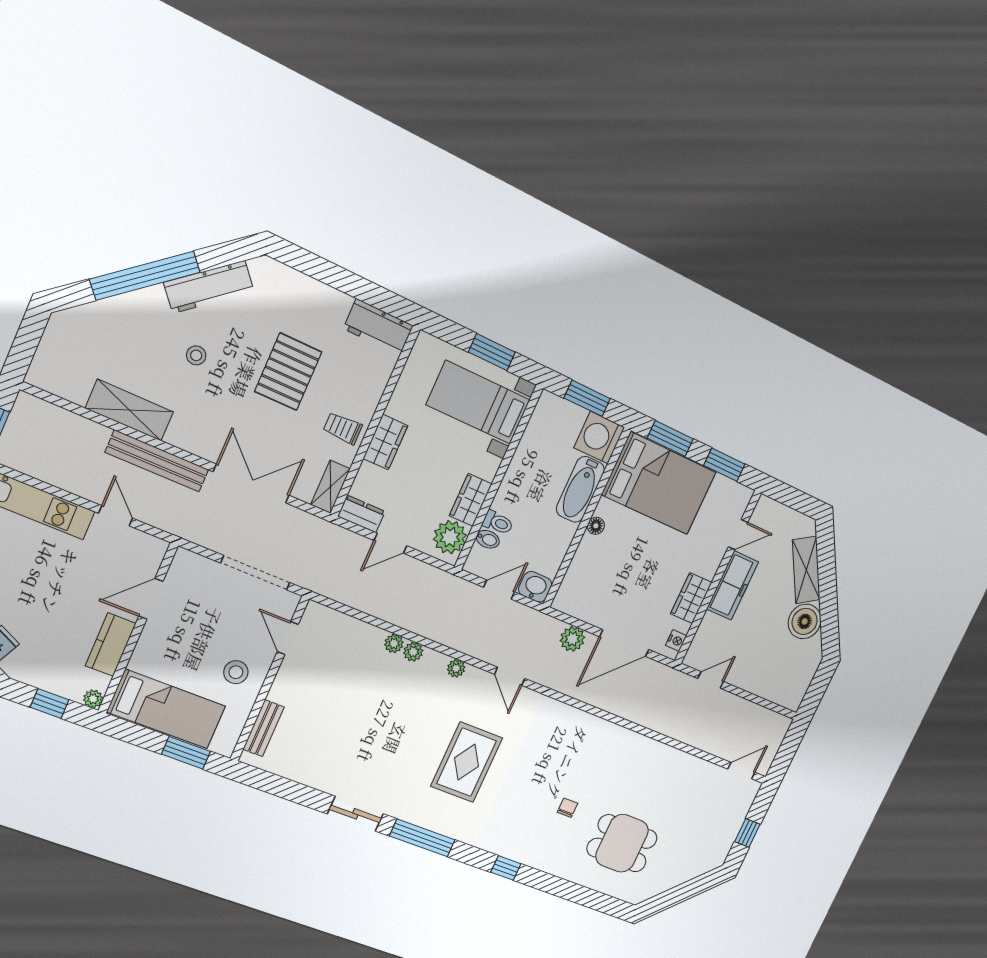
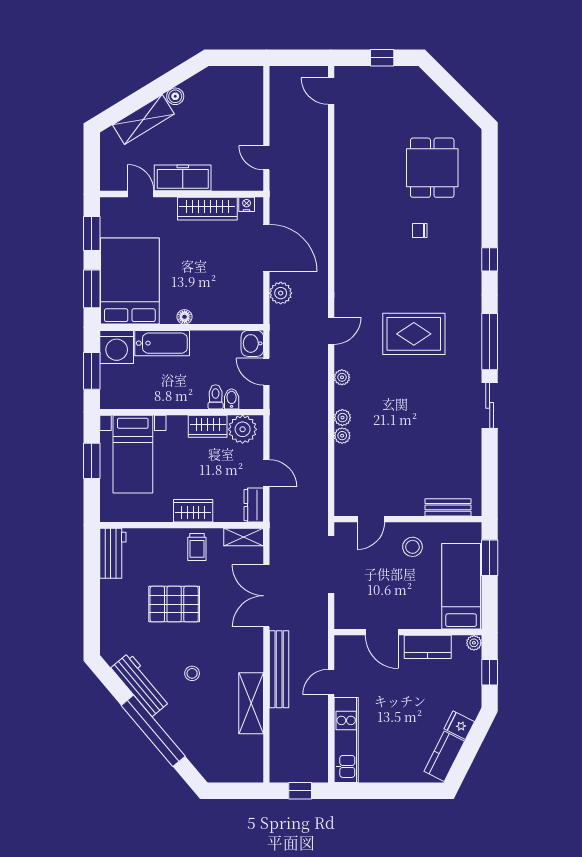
wardrobe: (691, 598) -> (207, 209), width x1.50
boiler: (805, 621) -> (175, 96), width x0.54, depth x0.54

